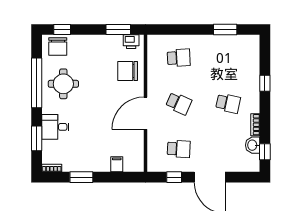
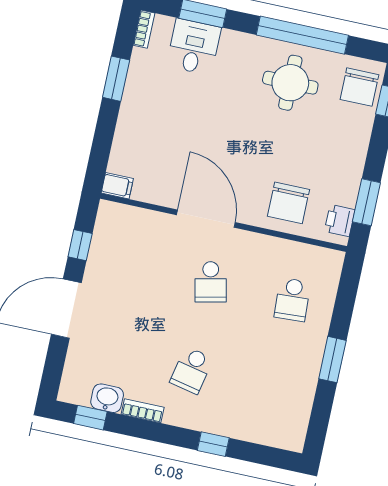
window: (225, 29) -> (332, 360), moved
chair: (58, 46) -> (359, 87), turned -90
chair: (128, 71) -> (288, 203), turned 180
school desk: (179, 103) -> (211, 282), turned -36
desk: (55, 127) -> (194, 47), moved
school desk: (179, 149) -> (129, 264), removed
filing cabinet: (117, 164) -> (117, 186), moved

